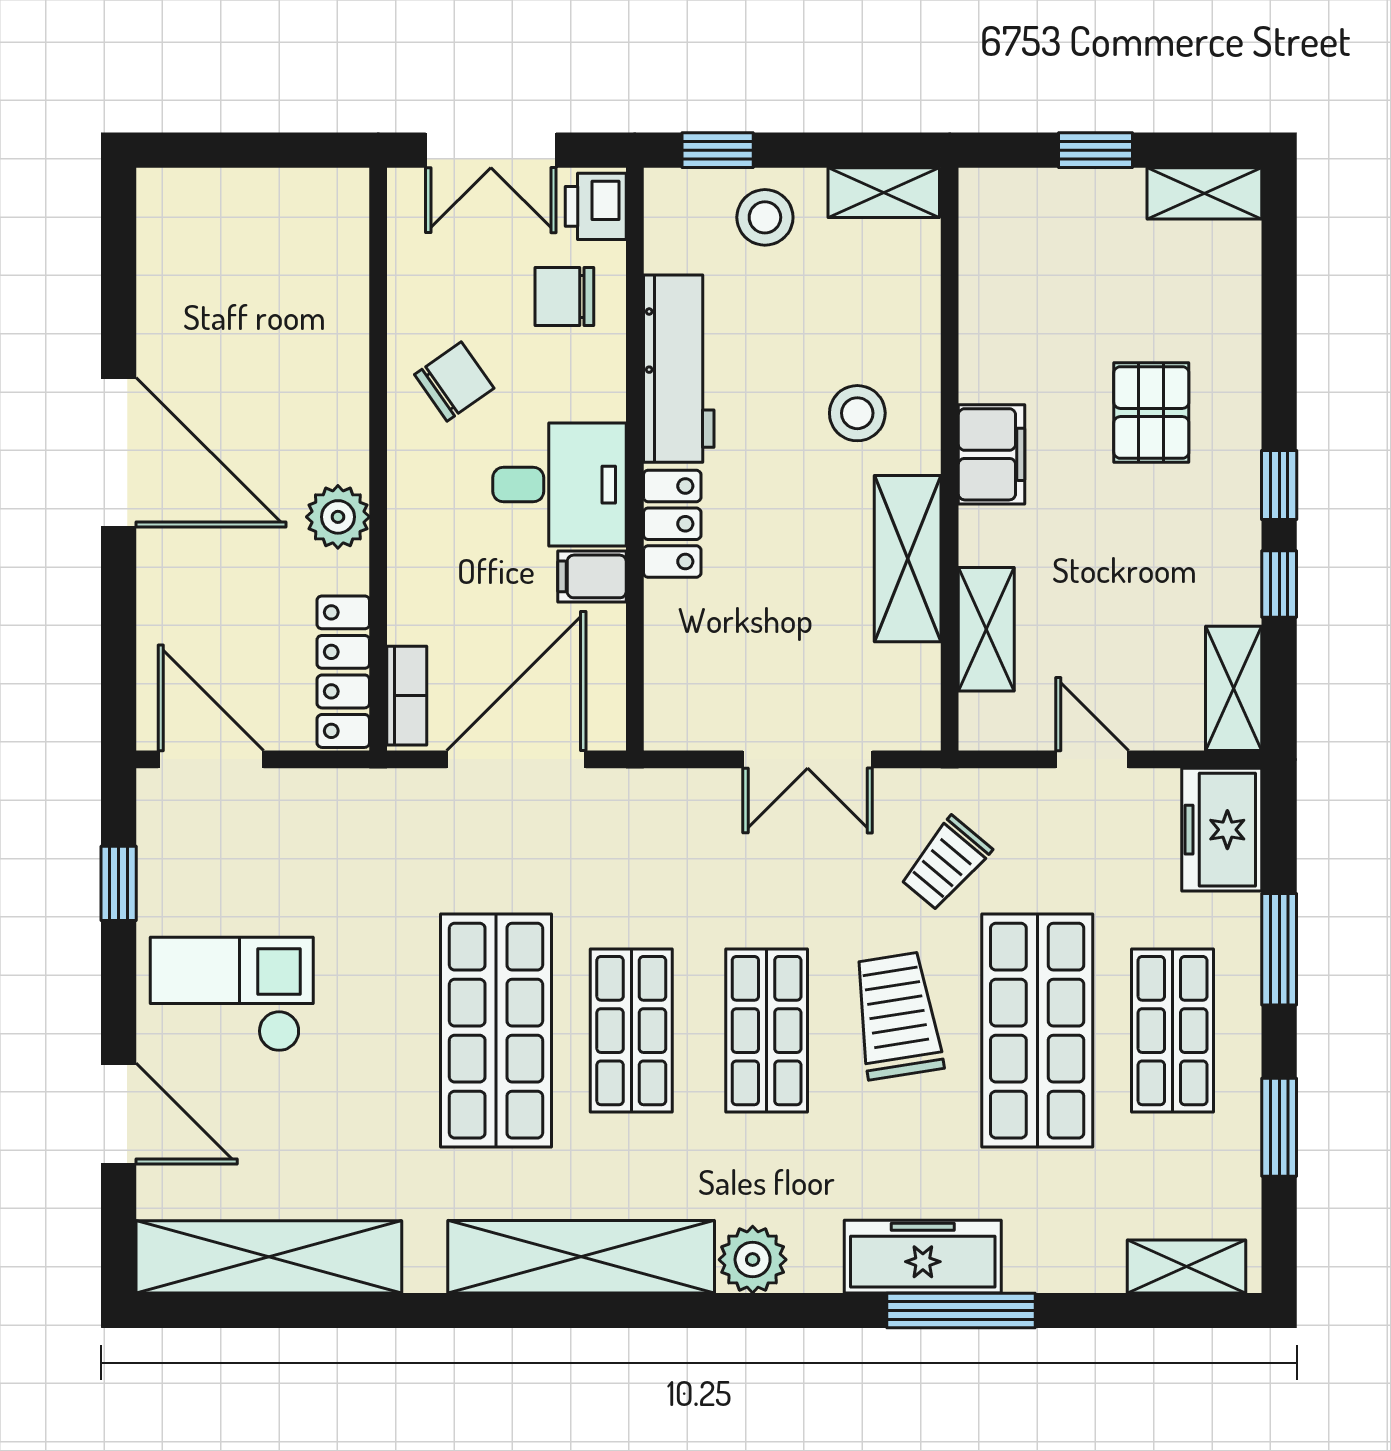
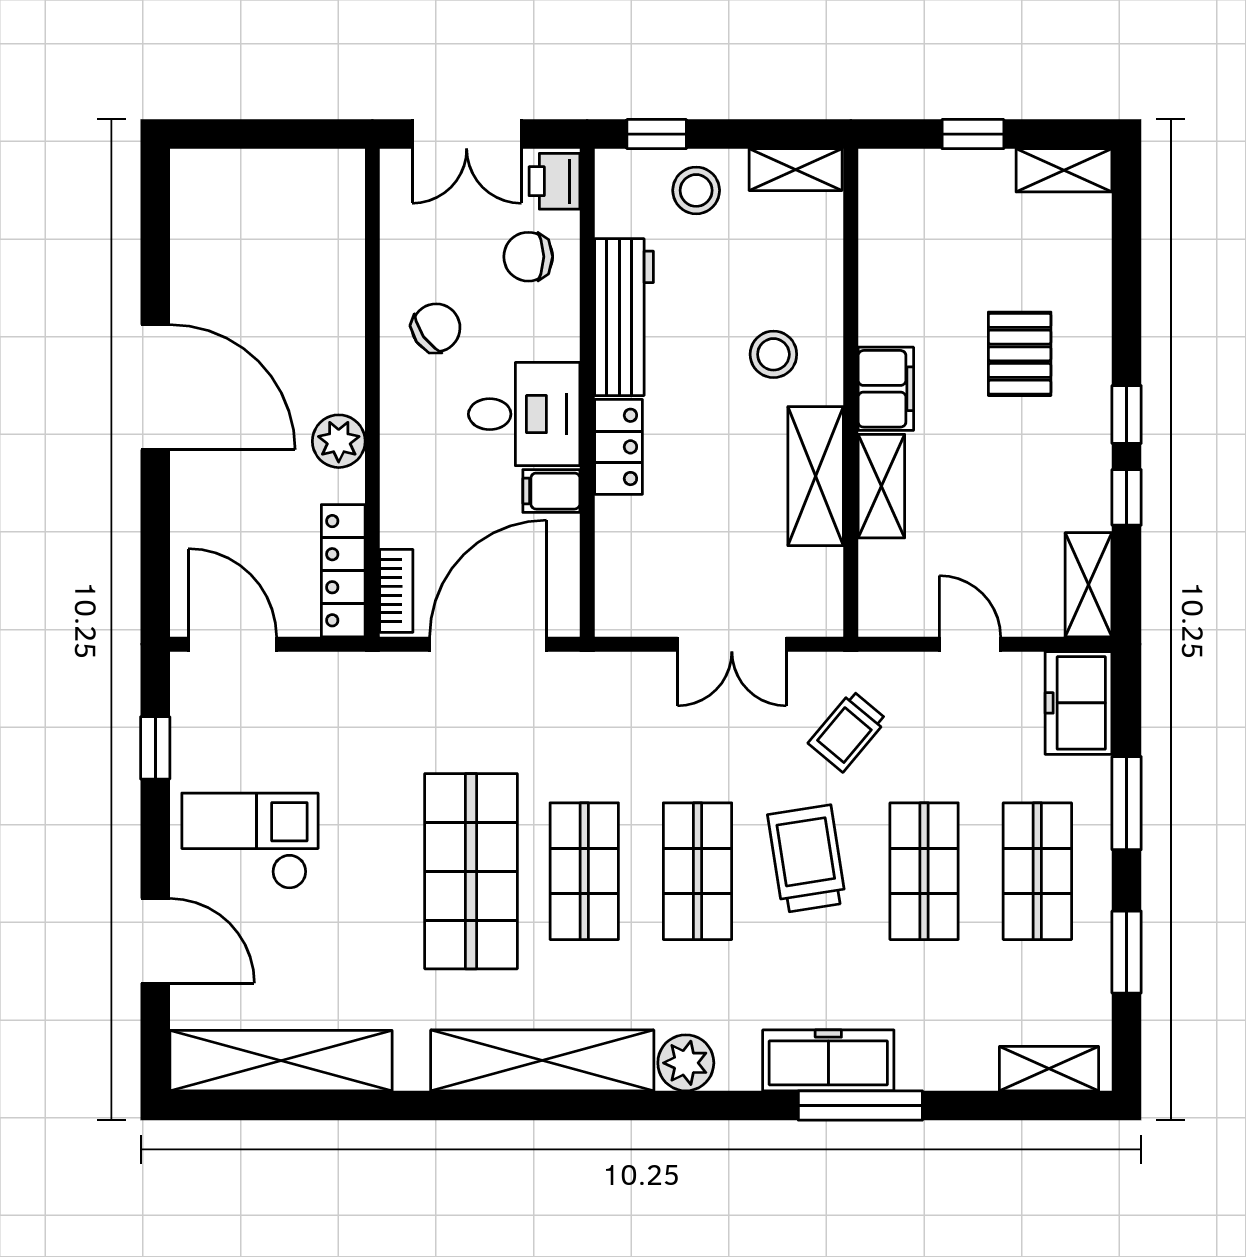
shelving: (986, 629) -> (881, 486), moved
shop shelf: (1037, 1031) -> (924, 871), width x0.70, depth x0.74

